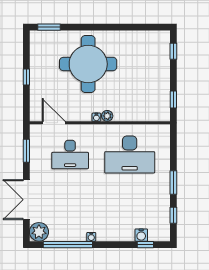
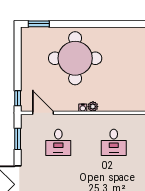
window: (26, 77) -> (18, 98), moved
desk: (70, 155) -> (58, 142), width x0.73
desk: (130, 155) -> (114, 142), width x0.53, depth x0.77

